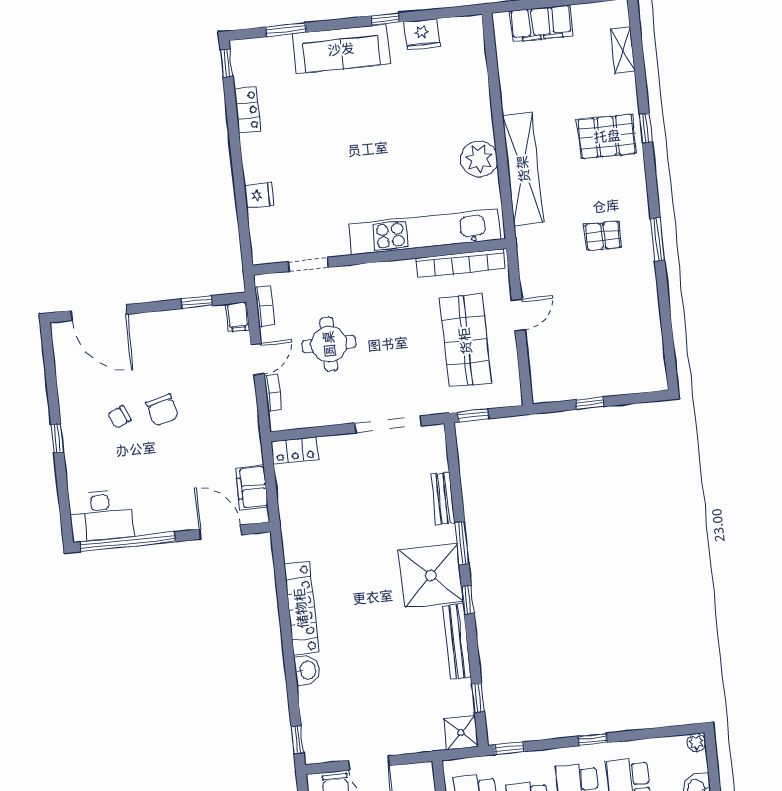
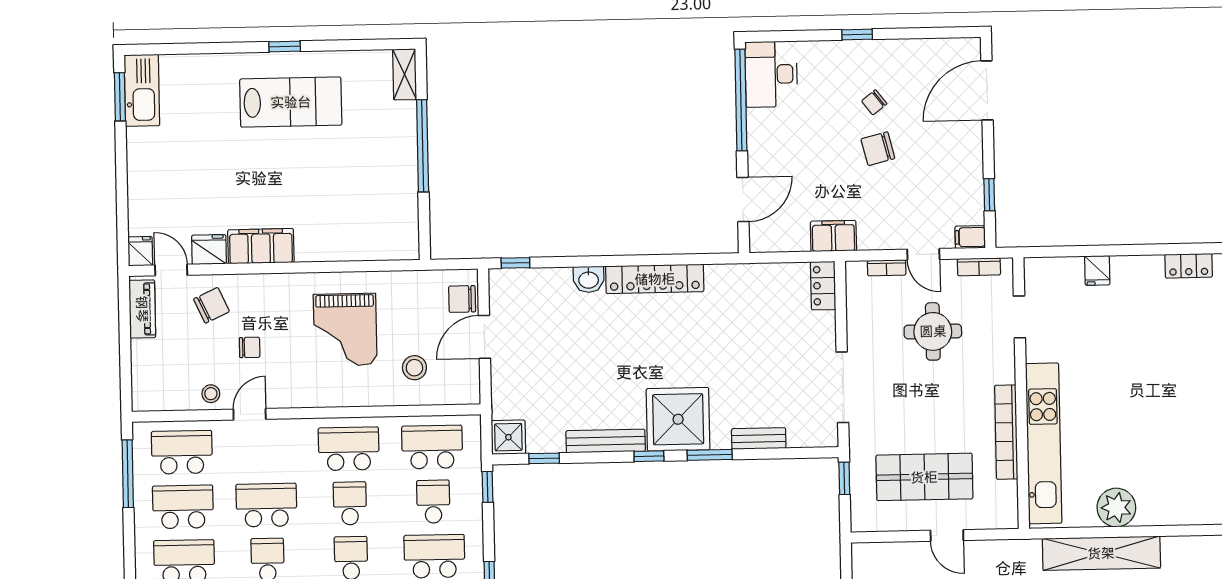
bookcase: (461, 263) -> (1006, 432), moved
chair: (119, 417) -> (874, 102), turned -104
filing cabinet: (252, 487) -> (833, 236), moved

